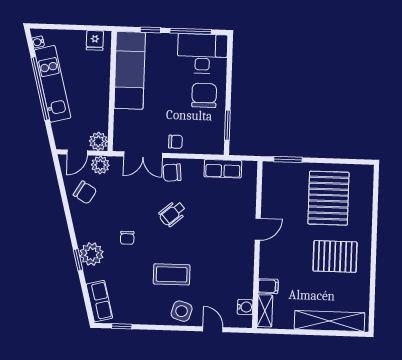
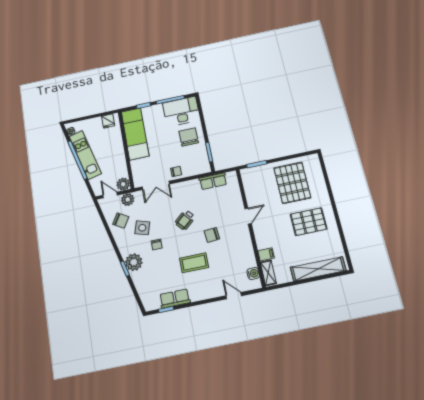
door: (77, 152) -> (110, 195), swing flipped
chair: (172, 173) -> (212, 235), moved
row of seats: (99, 301) -> (175, 298), moved, turned -76
side table: (182, 311) -> (142, 228), moved

